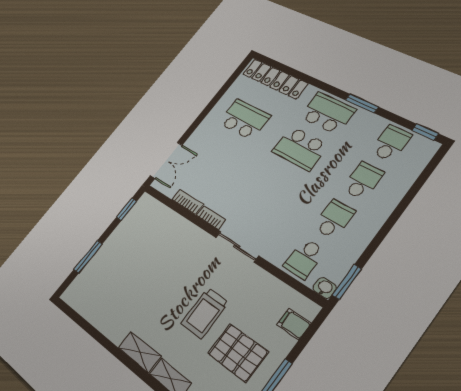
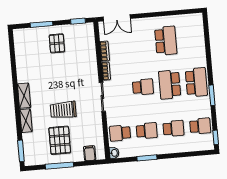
locker: (275, 79) -> (198, 37), removed
school desk: (272, 184) -> (143, 87), added
pallet: (124, 255) -> (57, 43), added
window: (347, 282) -> (147, 158), moved

